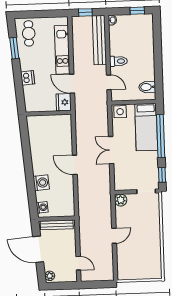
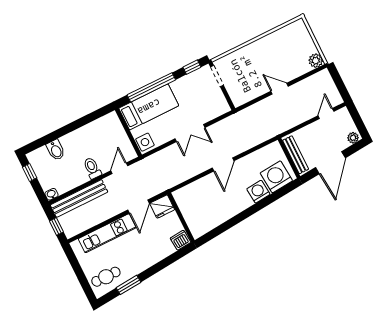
dishwasher: (28, 78) -> (181, 240), moved
bidet: (147, 87) -> (56, 150), moved
plant: (121, 200) -> (316, 61), moved
washing machine: (42, 207) -> (276, 177), width x1.89, depth x1.89

